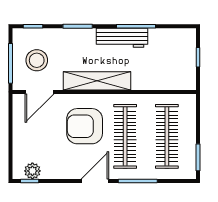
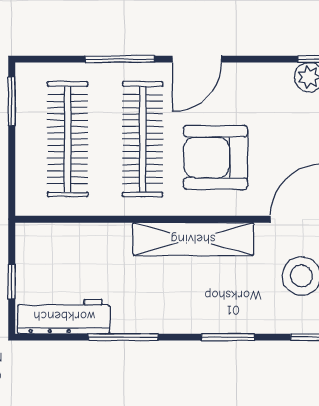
workbench: (122, 38) -> (64, 316), moved
armchair: (85, 126) -> (215, 157), turned 180

